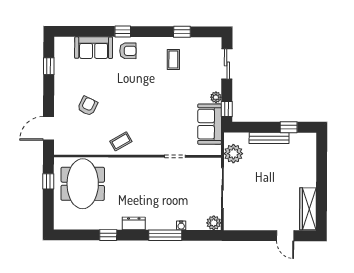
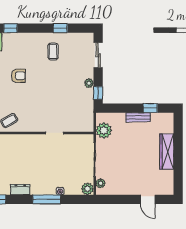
armchair: (128, 51) -> (18, 76), moved
sofa: (210, 124) -> (84, 106), removed
bench: (269, 138) -> (138, 117), width x0.73
wardrobe: (308, 209) -> (167, 152), moved
plant: (229, 216) -> (101, 183), added

